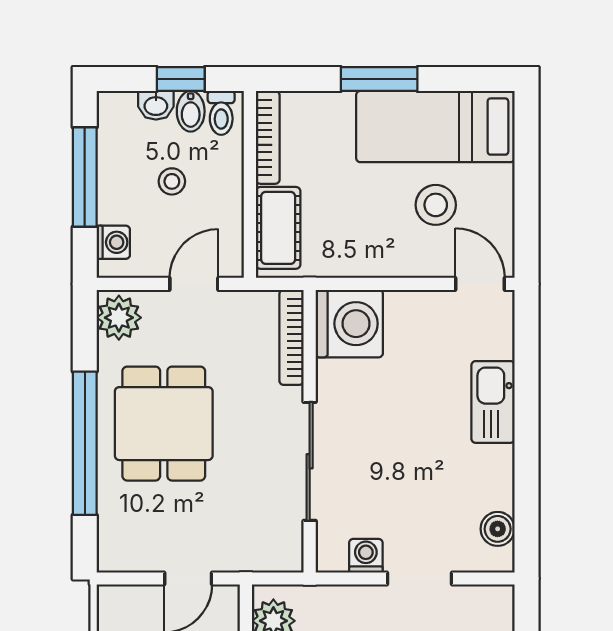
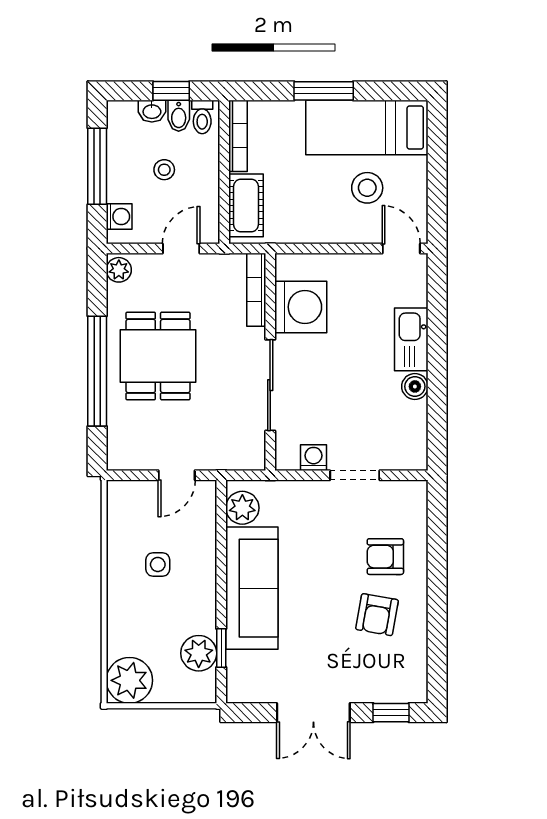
plant: (119, 318) -> (119, 270), width x0.73, depth x0.73
washing machine: (349, 324) -> (301, 307), moved
boiler: (498, 529) -> (415, 386), moved

